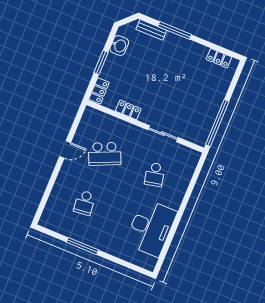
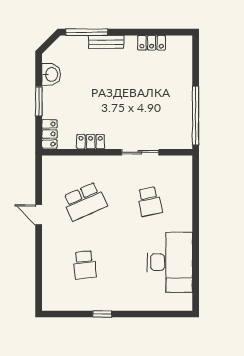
bench: (151, 30) -> (106, 42), moved
window: (175, 30) -> (87, 32), moved
locker: (219, 58) -> (152, 43), moved
door: (65, 150) -> (39, 215), swing flipped
window: (82, 246) -> (102, 314), width x0.46

